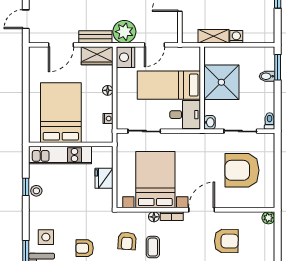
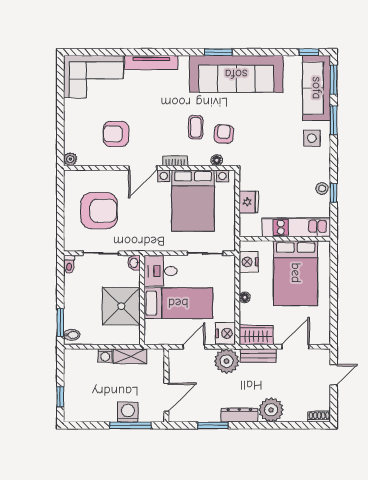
bidet: (267, 76) -> (72, 335), moved
nightstand: (108, 119) -> (249, 262), width x1.89, depth x1.79
floor lamp: (154, 217) -> (217, 160), moved
armchair: (85, 248) -> (270, 126), removed

